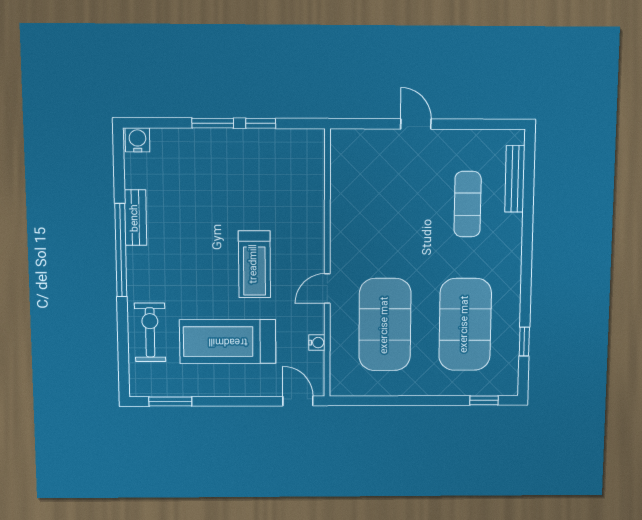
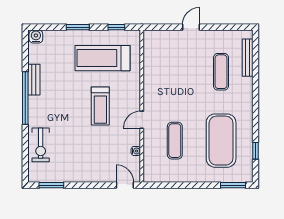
window: (261, 123) -> (116, 27), moved
door: (416, 124) -> (191, 27), hinge flipped
exercise mat: (385, 325) -> (175, 141), width x0.50, depth x0.69
exercise bike: (150, 332) -> (41, 145), turned 180
treadmill: (228, 341) -> (102, 58), moved
window: (484, 400) -> (233, 185), width x1.50

